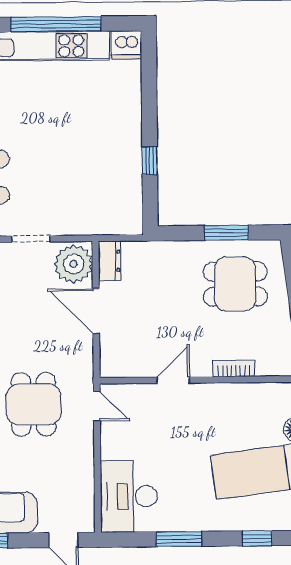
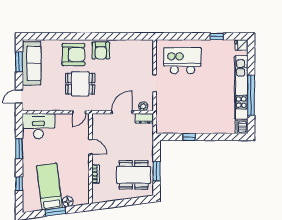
plant: (74, 264) -> (143, 106), width x0.53, depth x0.53
dining table: (235, 284) -> (133, 175), width x1.38

